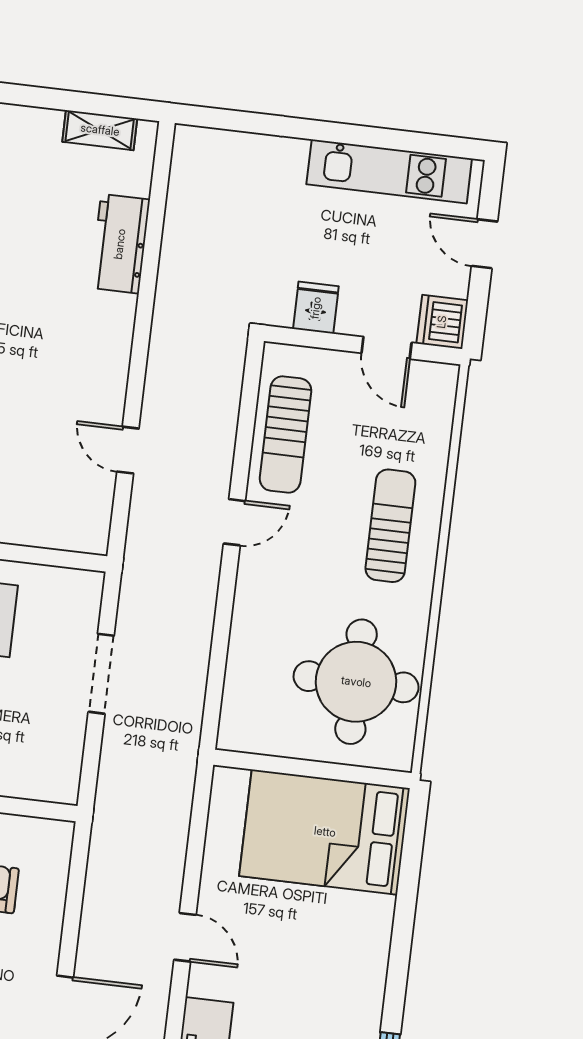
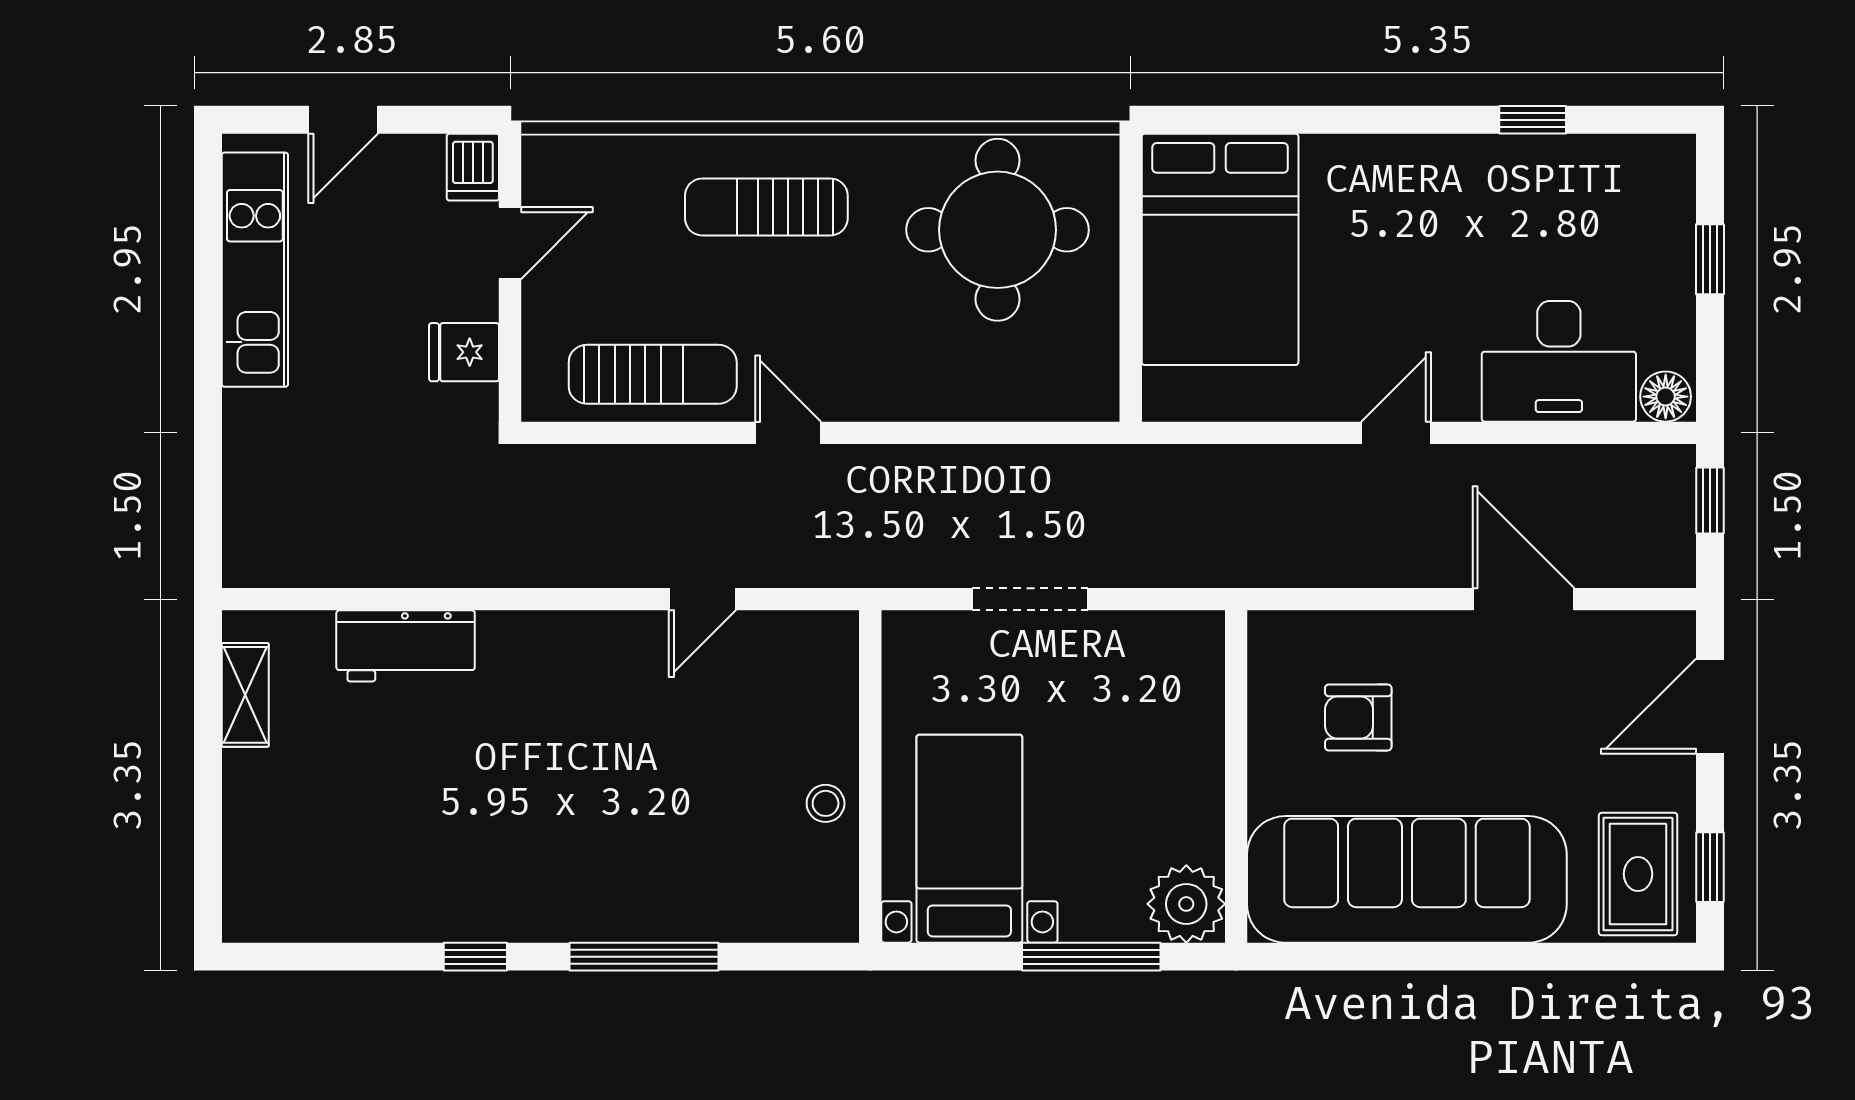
dishwasher: (442, 322) -> (473, 167), width x0.73

